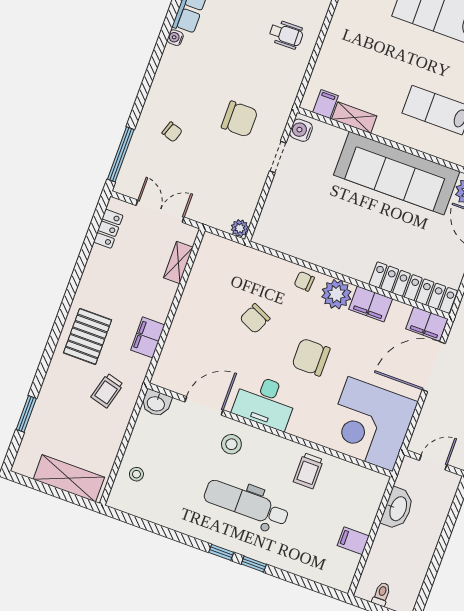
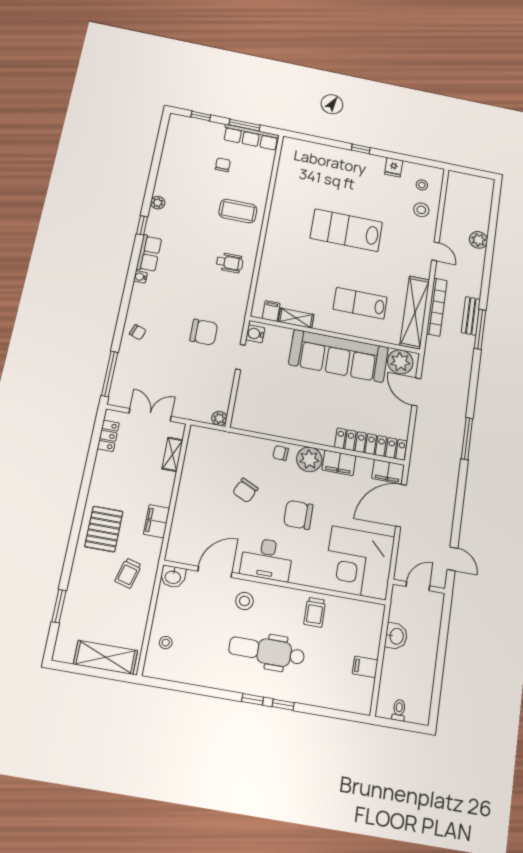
chair: (172, 132) -> (138, 332), moved
washbasin: (398, 508) -> (396, 636), width x0.72

